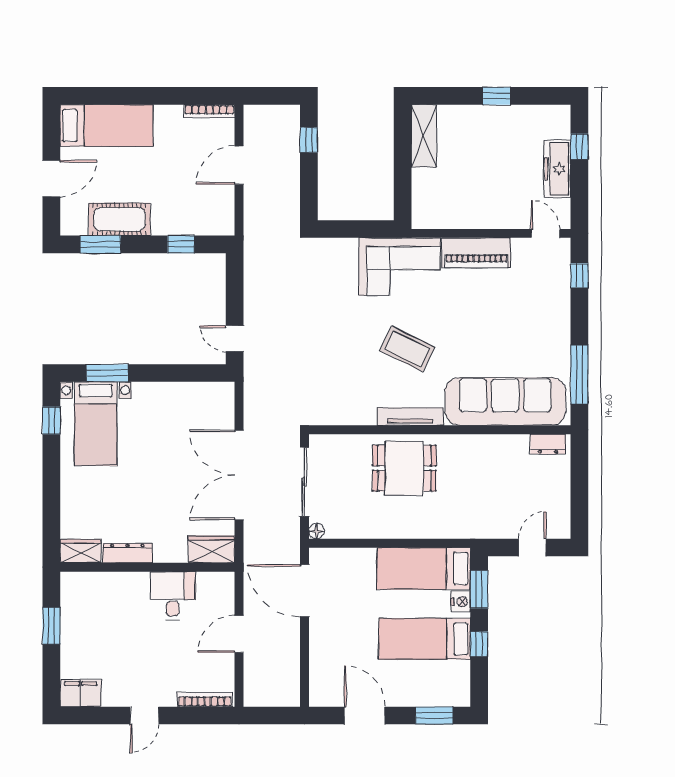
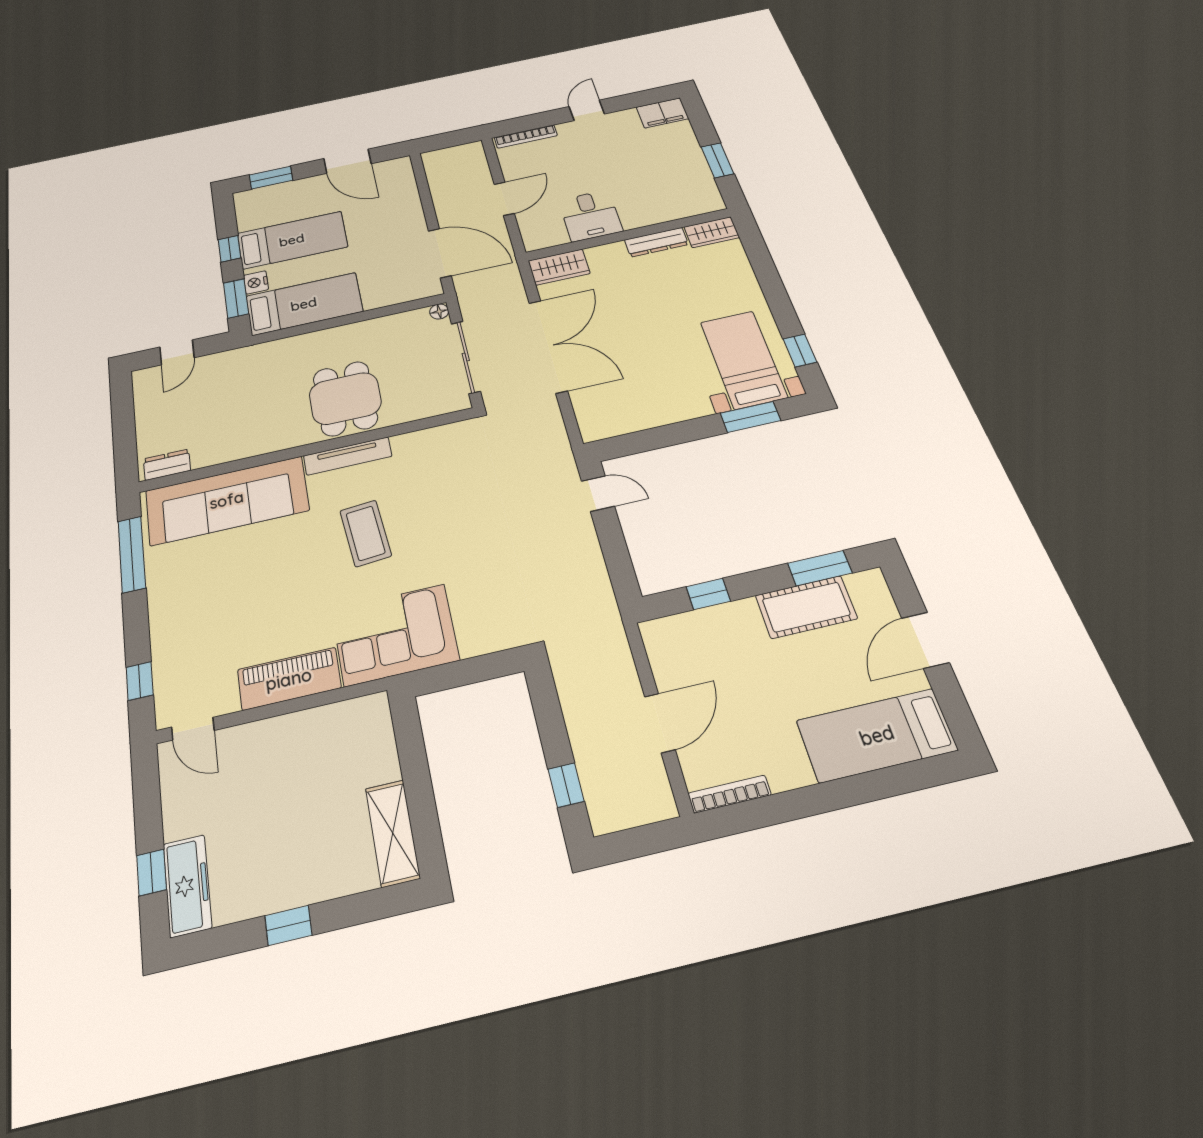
freezer: (557, 169) -> (187, 886), moved
coffee table: (407, 349) -> (366, 533), turned 59
dining table: (404, 468) -> (345, 398), turned 90

